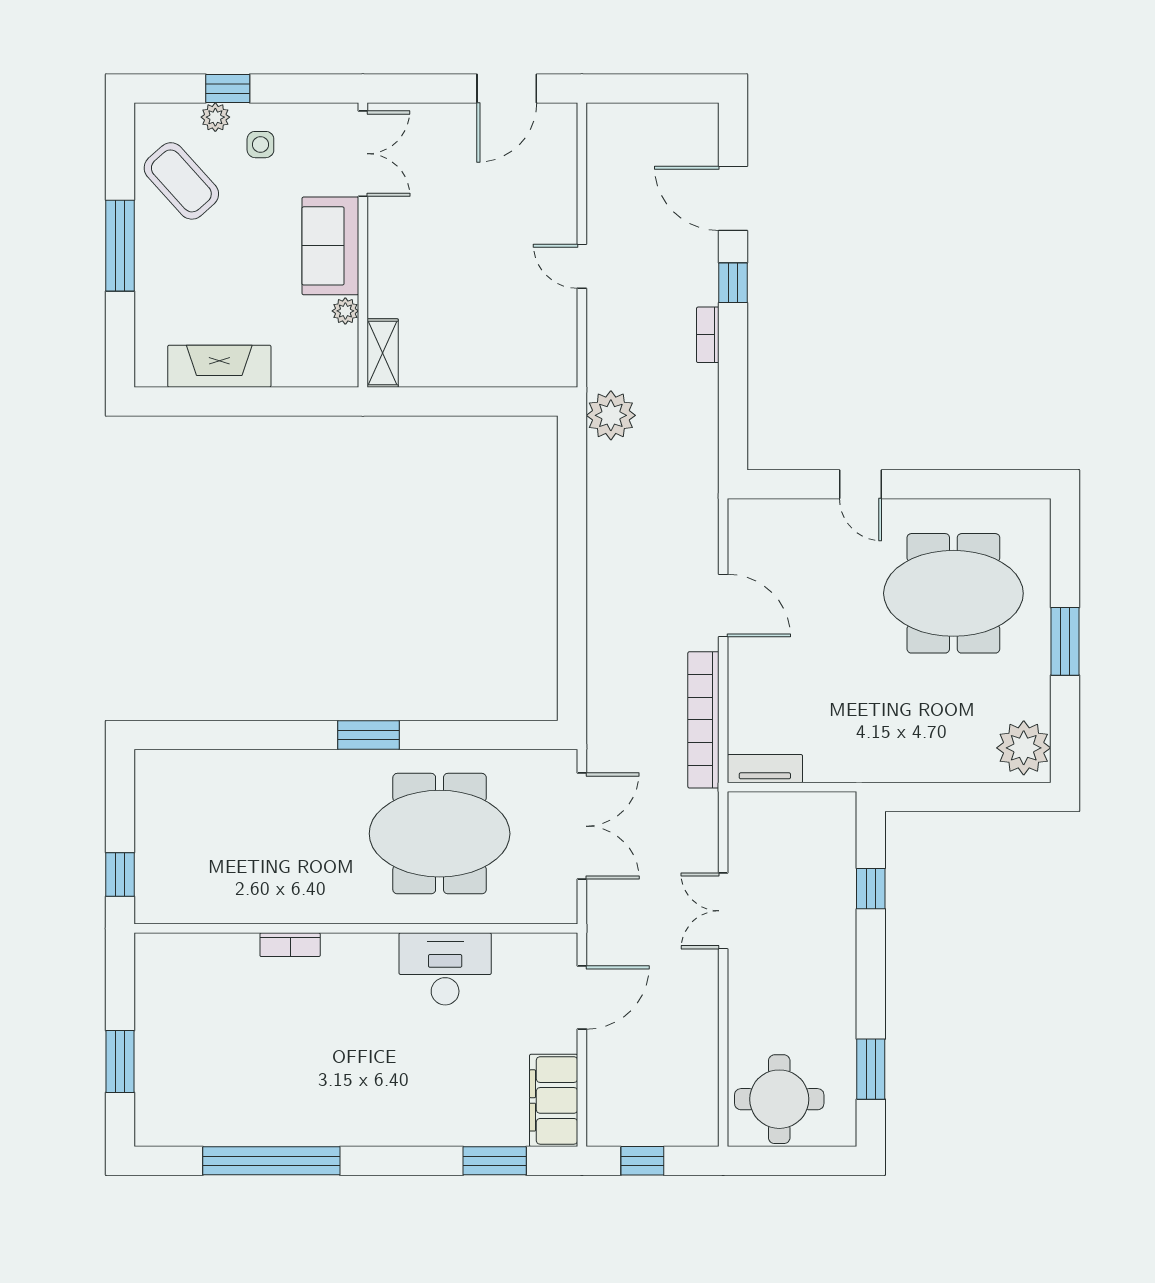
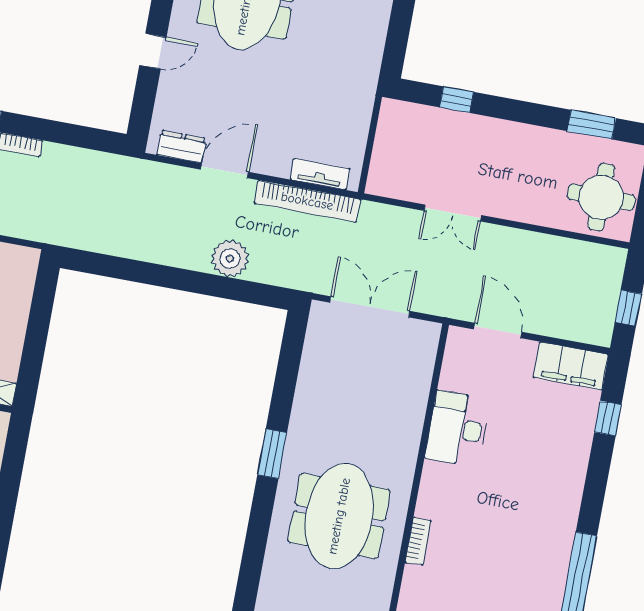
plant: (611, 415) -> (230, 258), moved
dresser: (744, 544) -> (182, 146), added
tv unit: (765, 769) -> (320, 174), moved, turned 90
meeting table: (440, 834) -> (339, 516), moved
window: (495, 1161) -> (608, 418), width x0.67

